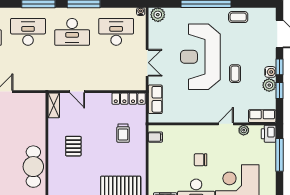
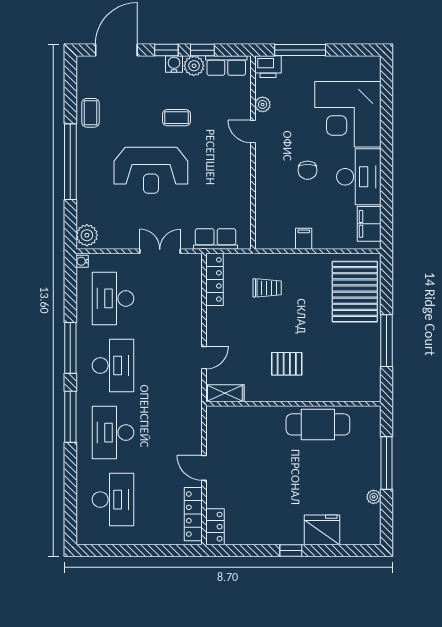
reception desk: (200, 57) -> (151, 170), width x0.74, depth x0.77
row of seats: (262, 116) -> (226, 66), moved, turned -90
filing cabinet: (155, 137) -> (304, 239), moved

